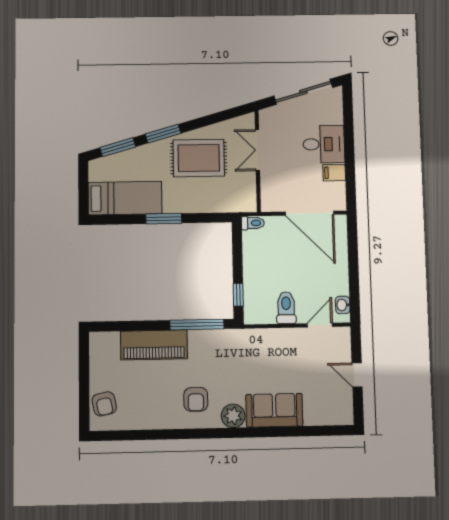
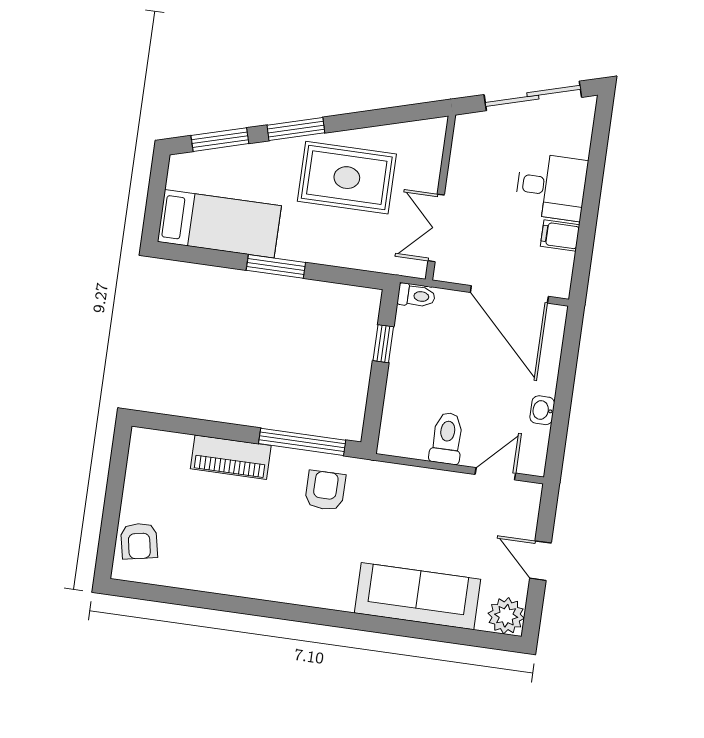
double door: (257, 150) -> (436, 228), moved
window: (238, 295) -> (383, 344), moved
washbasin: (343, 305) -> (542, 410), moved
piano: (154, 345) -> (231, 457), width x0.73, depth x0.75
armchair: (196, 399) -> (325, 491), moved, turned 180
sofa: (274, 410) -> (418, 596), width x1.36
plant: (233, 416) -> (506, 616), moved

